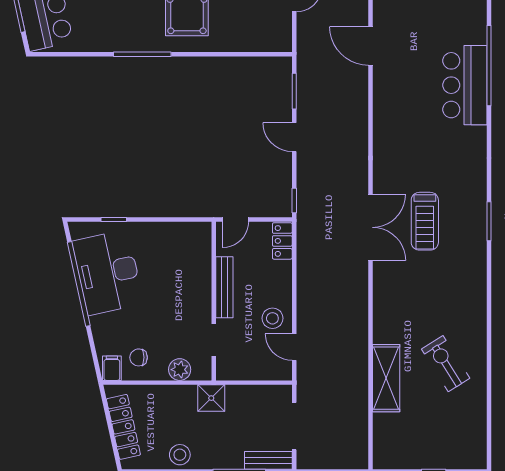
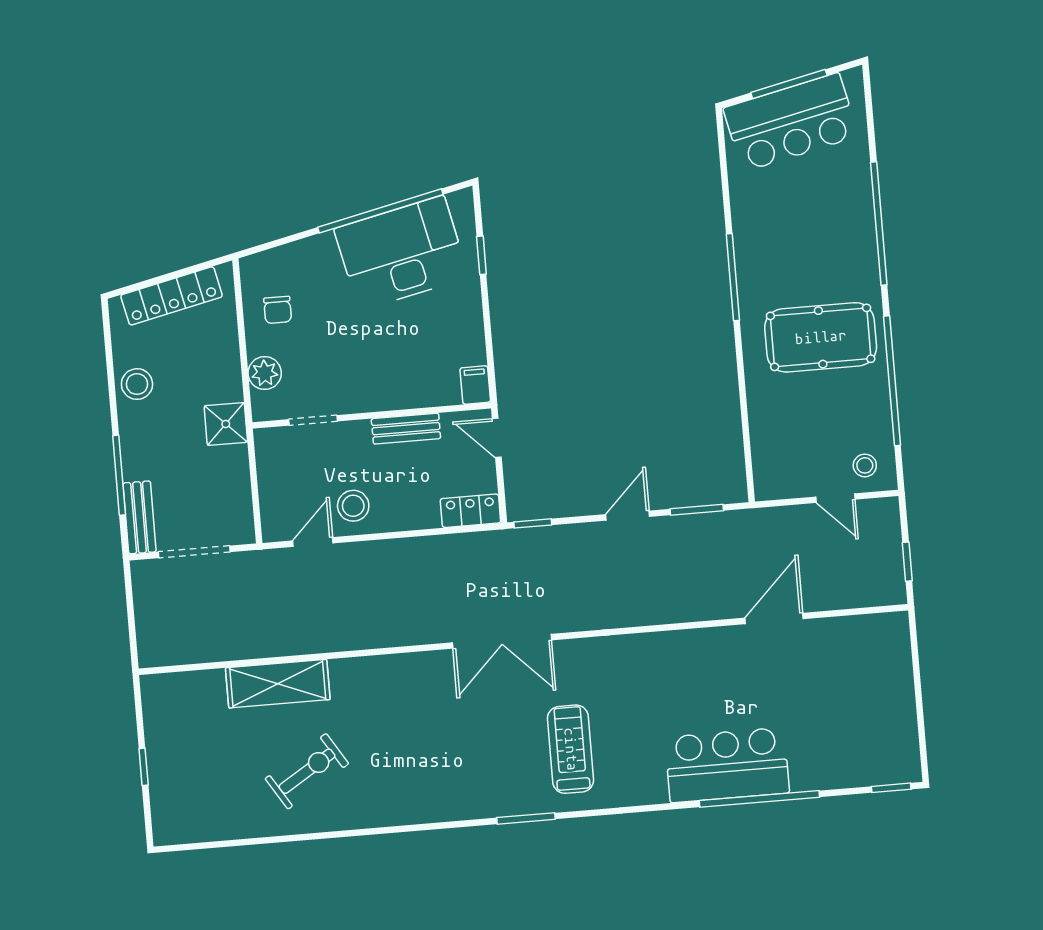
treadmill: (425, 221) -> (571, 749), moved, turned 90
bench: (224, 287) -> (406, 429), width x0.73
chair: (139, 357) -> (278, 310), turned 180
filing cabinet: (112, 368) -> (475, 385), moved, turned -90

